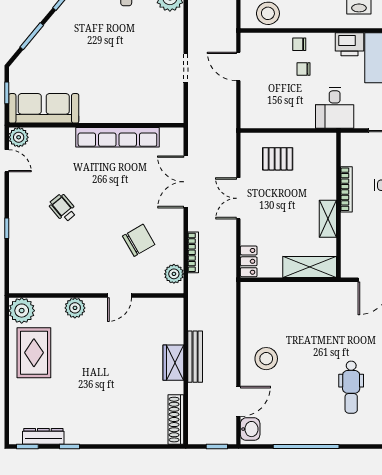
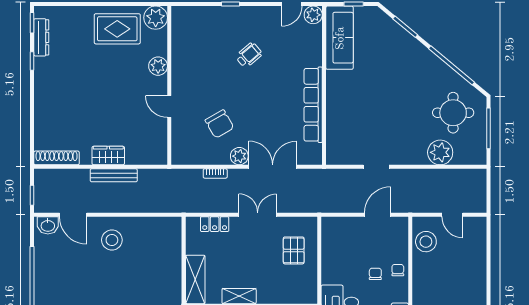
bookcase: (193, 252) -> (215, 173), width x0.64
locker: (249, 261) -> (215, 224), moved
plant: (174, 274) -> (239, 156), moved

